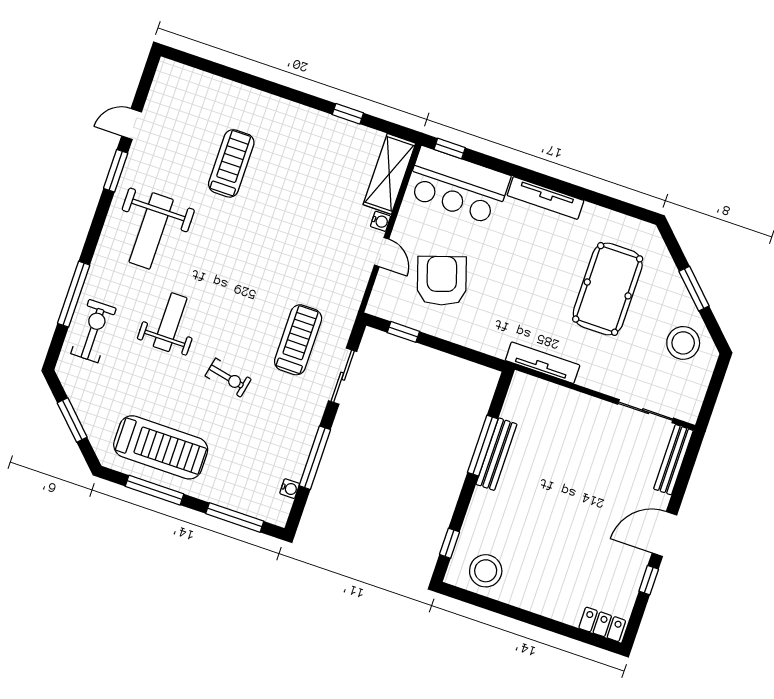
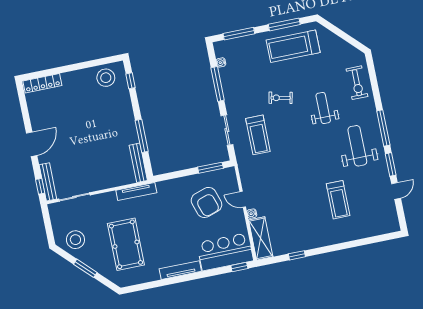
window: (74, 294) -> (383, 128), moved
weight bench: (170, 322) -> (323, 108), turned 180
window: (403, 332) -> (210, 168), width x1.50
window: (72, 420) -> (342, 35), removed
bench: (496, 454) -> (138, 163), moved
window: (649, 580) -> (40, 186), moved
locker: (602, 624) -> (42, 83), width x1.53

